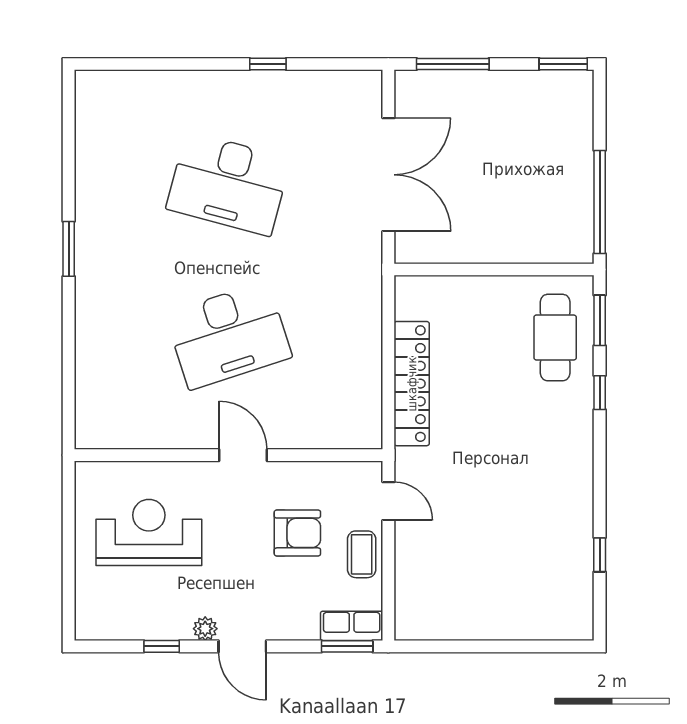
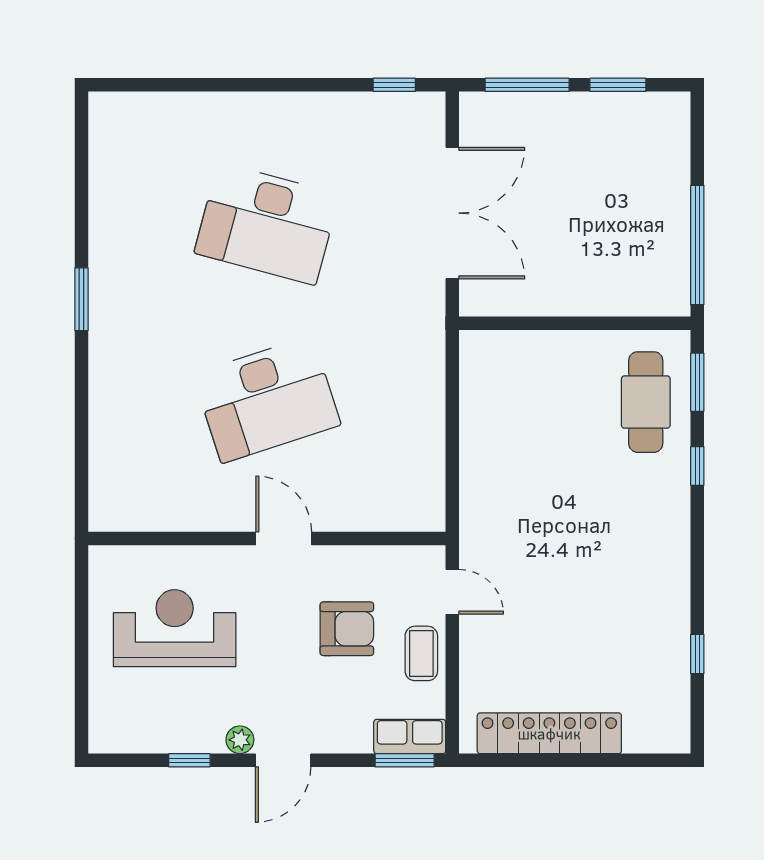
window: (268, 64) -> (394, 85), moved
window: (563, 64) -> (618, 85), moved
locker: (412, 384) -> (549, 733), moved, turned -90
door: (242, 646) -> (283, 760), hinge flipped

